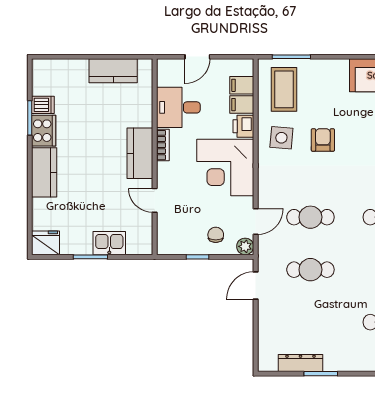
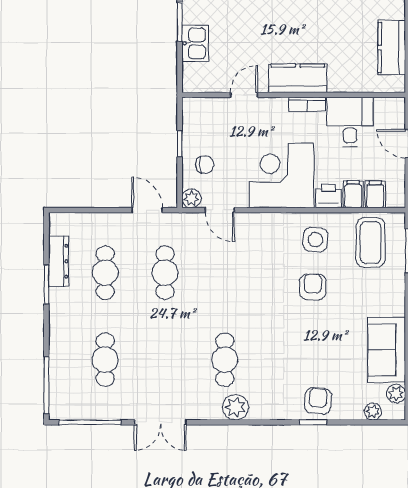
coffee table: (284, 89) -> (371, 243), turned 90
armchair: (323, 140) -> (313, 287), turned -90
cafe table: (310, 217) -> (105, 273), moved

